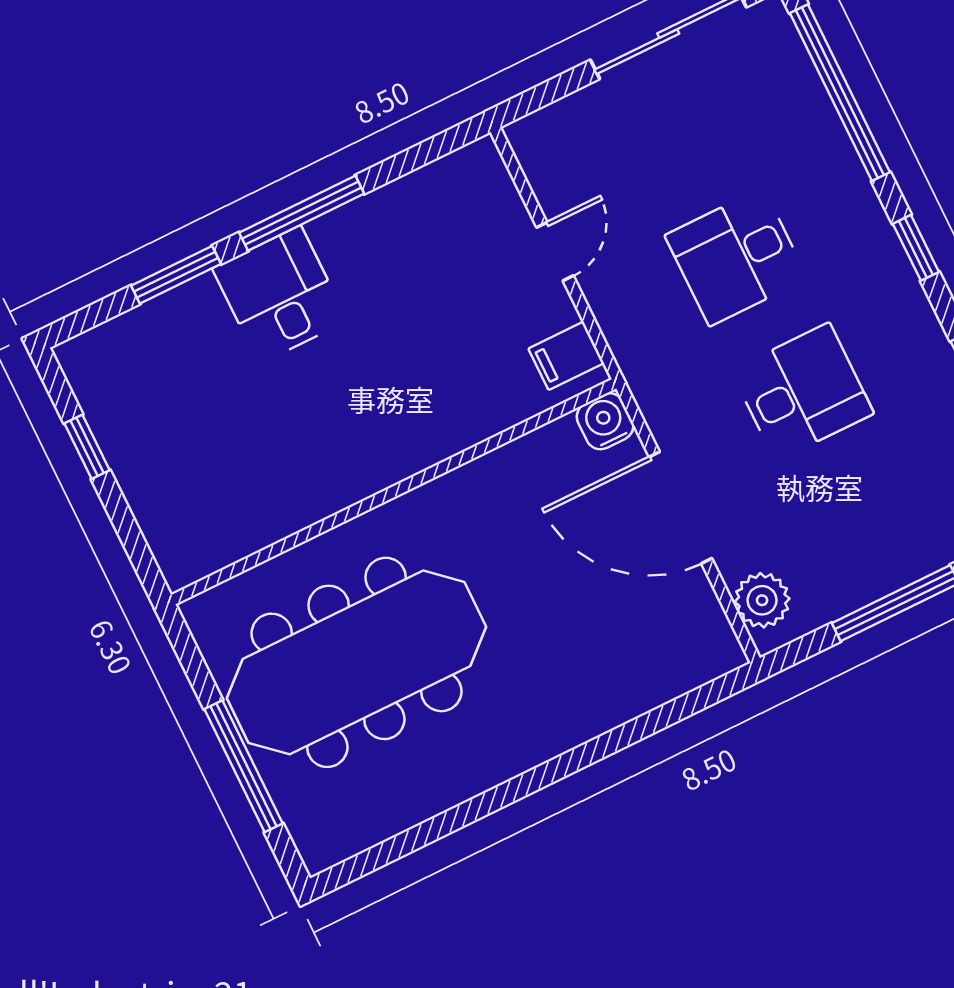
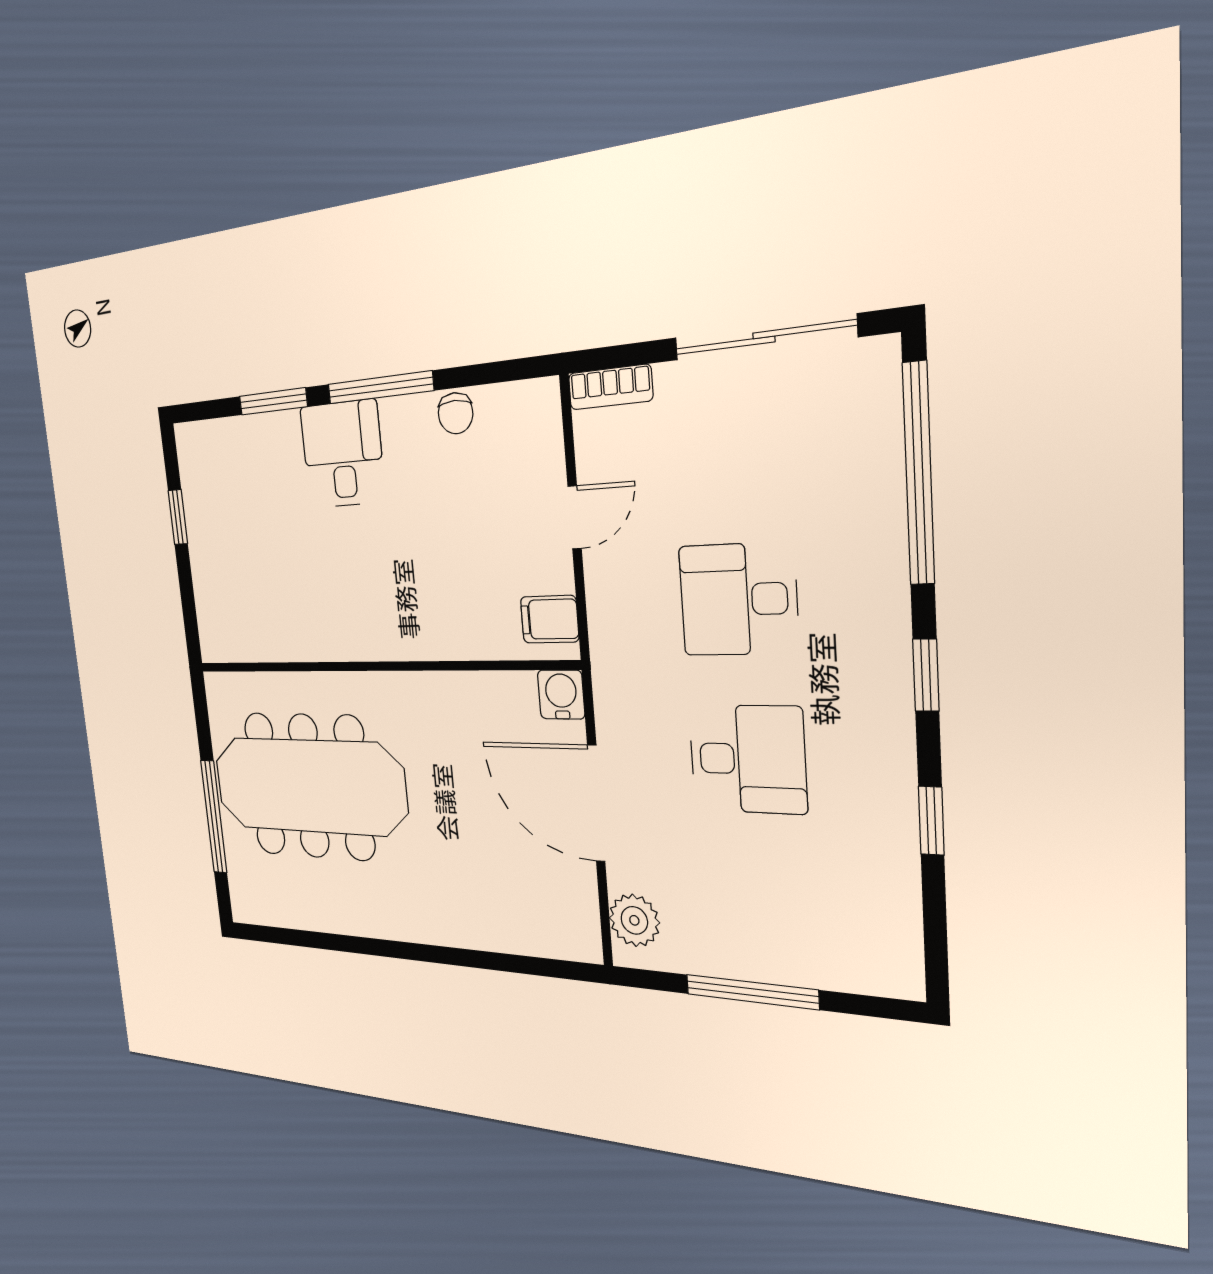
bookcase: (545, 124) -> (610, 387), added
chair: (395, 206) -> (456, 413), added

